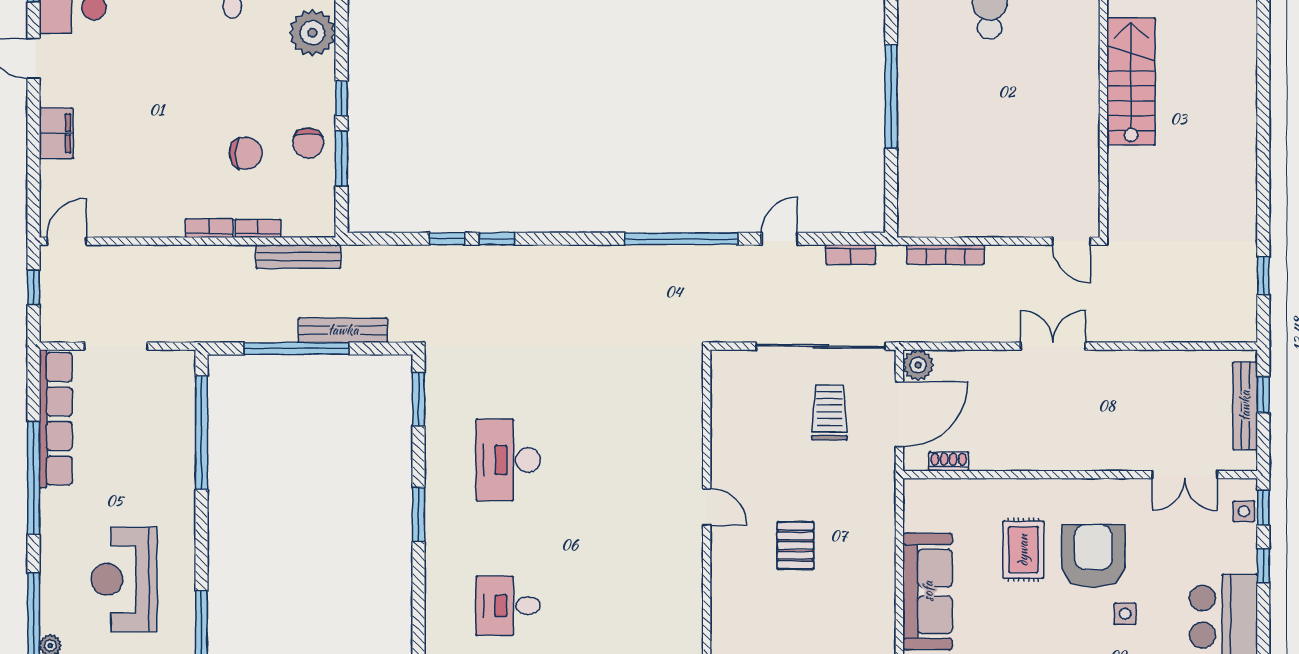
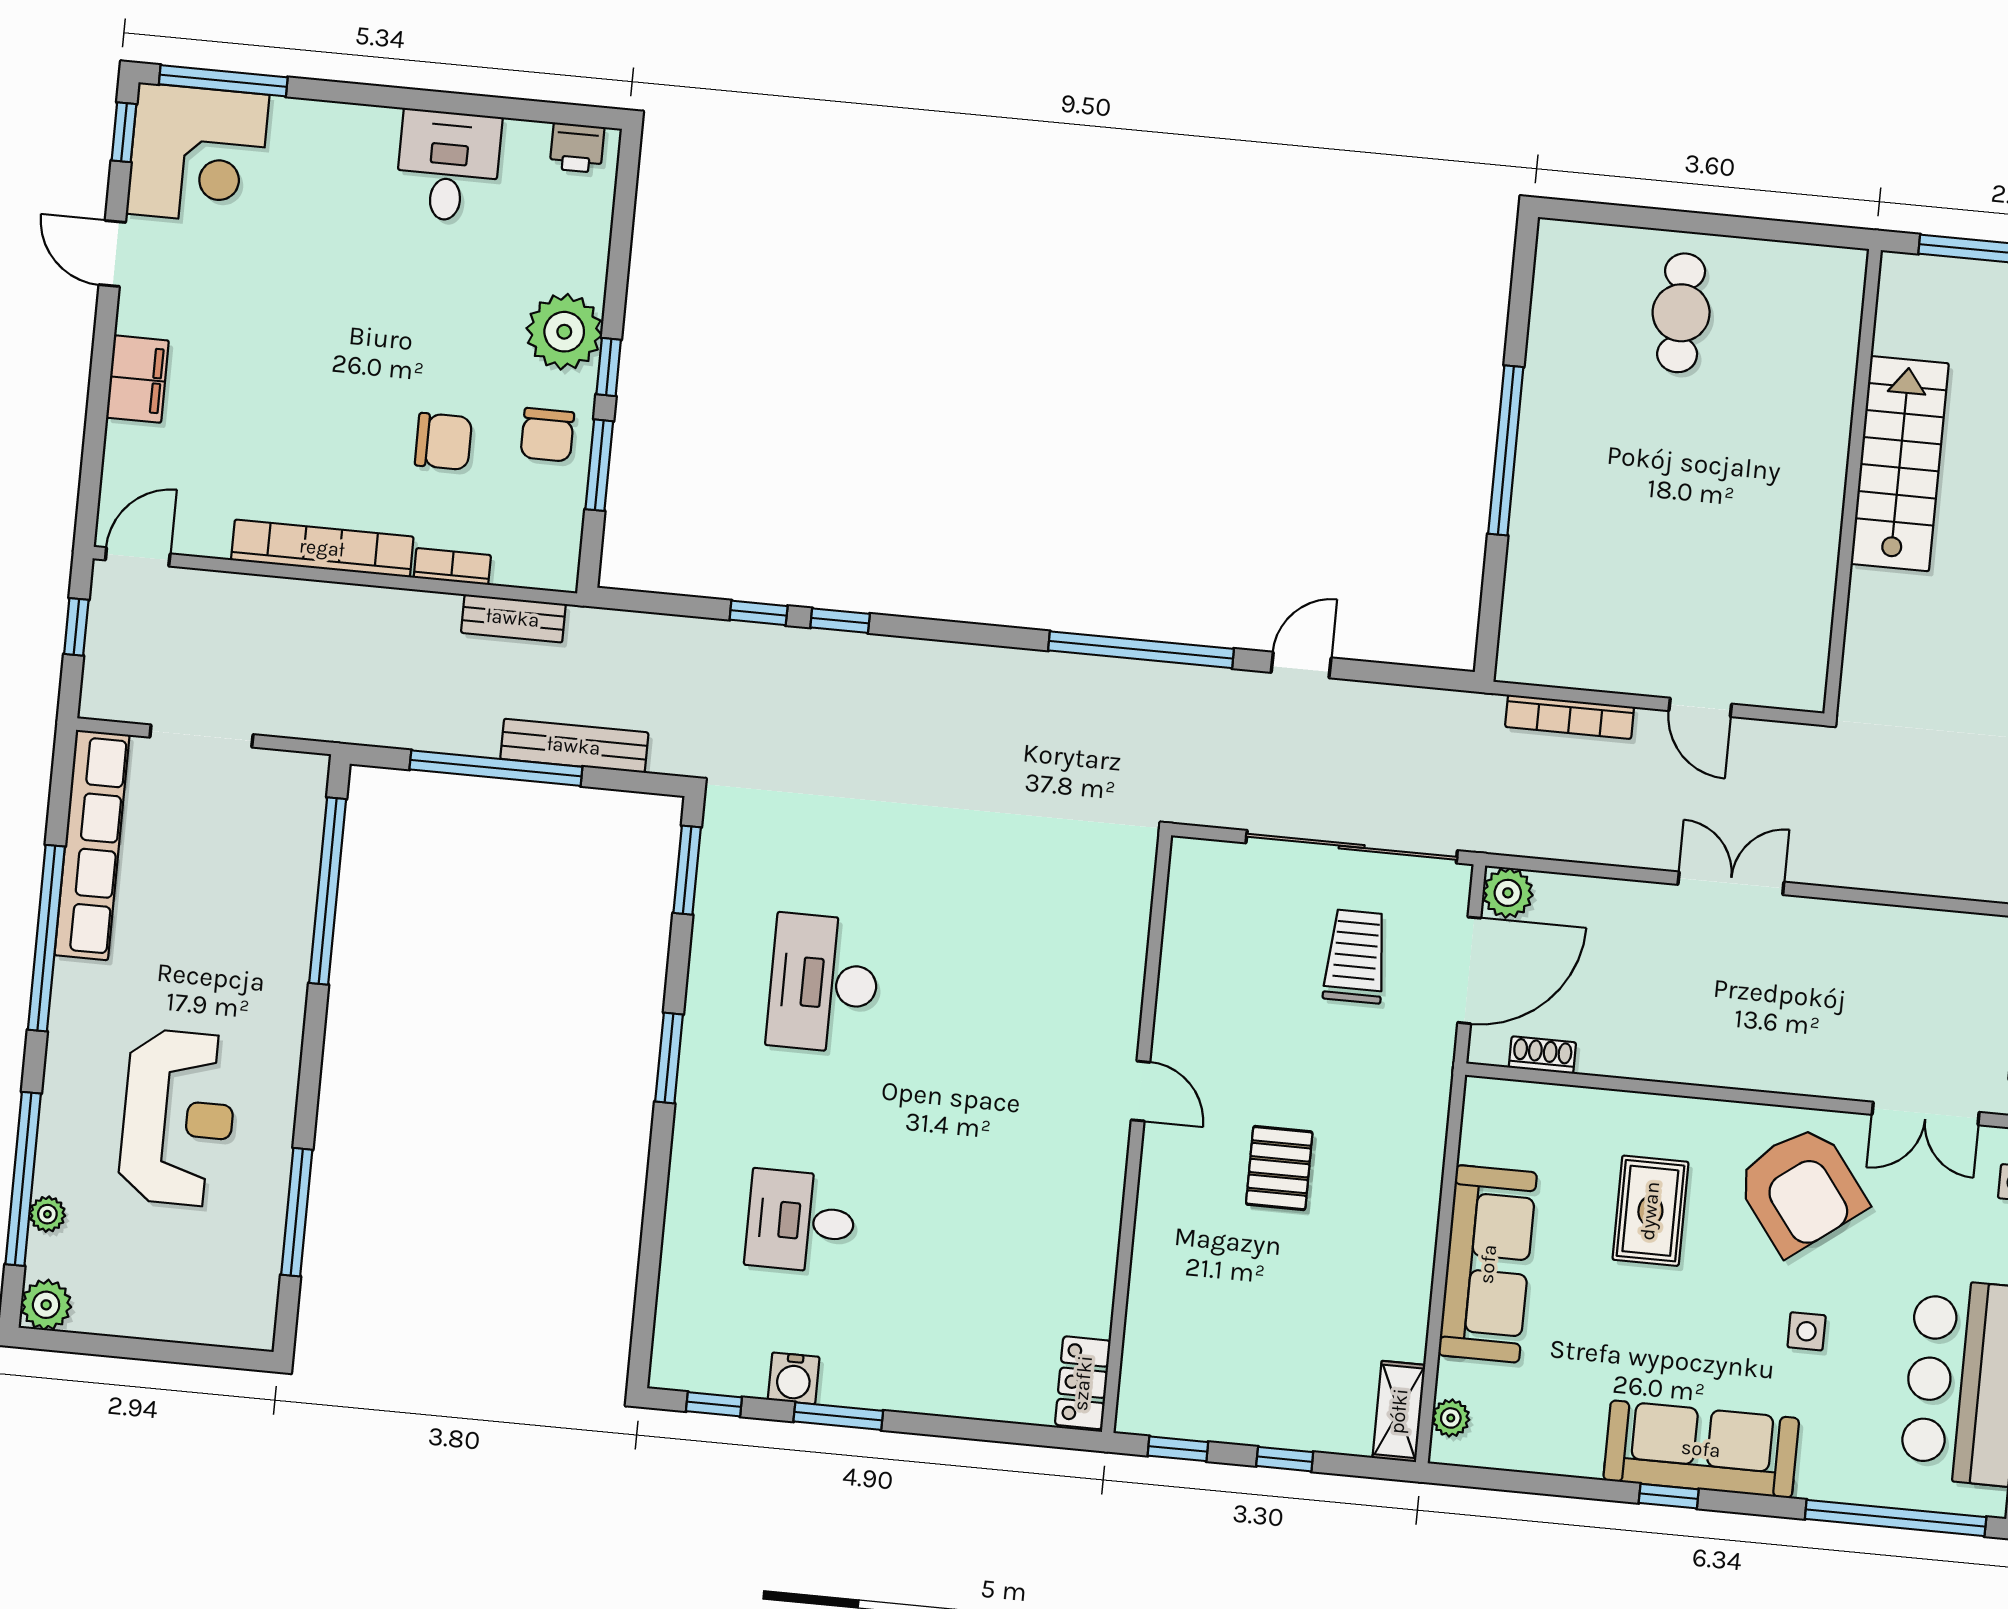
plant: (312, 33) -> (564, 332), moved
bookcase: (209, 228) -> (322, 548), width x2.31, depth x1.31
door: (1071, 241) -> (1700, 707), moved
bookcase: (851, 255) -> (1415, 702), removed
bench: (298, 256) -> (513, 618), width x0.73
armchair: (1093, 556) -> (1801, 1190), moved, turned 143
reception desk: (124, 579) -> (178, 1118), turned 180

